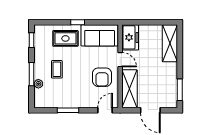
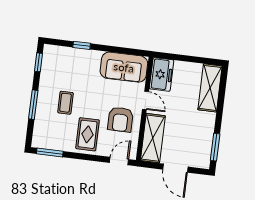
window: (78, 22) -> (82, 45), moved
rug: (65, 38) -> (88, 134), moved, turned 90
plant: (38, 84) -> (40, 118), removed
window: (68, 110) -> (50, 152), moved

